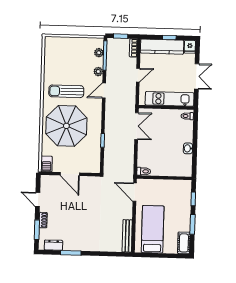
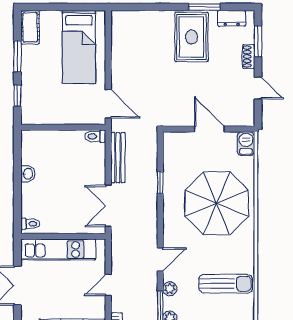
sun lounger: (66, 91) -> (226, 284), moved
rug: (80, 234) -> (191, 37), added
bench: (127, 236) -> (118, 158), moved

